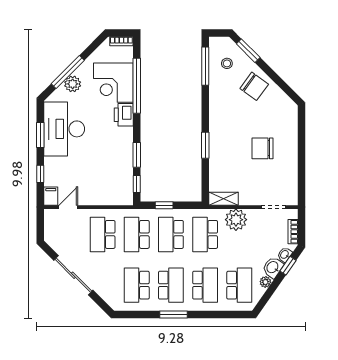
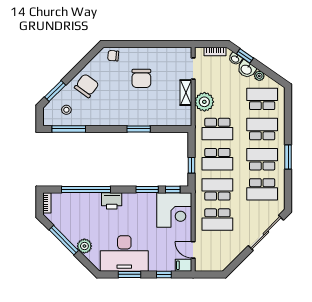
window: (68, 72) -> (64, 240), moved
corner desk: (113, 83) -> (174, 210), moved
chair: (288, 116) -> (113, 56), added
shelving: (223, 199) -> (186, 93), moved
school desk: (137, 234) -> (217, 189), turned 180
sliding door: (73, 275) -> (266, 233), moved

